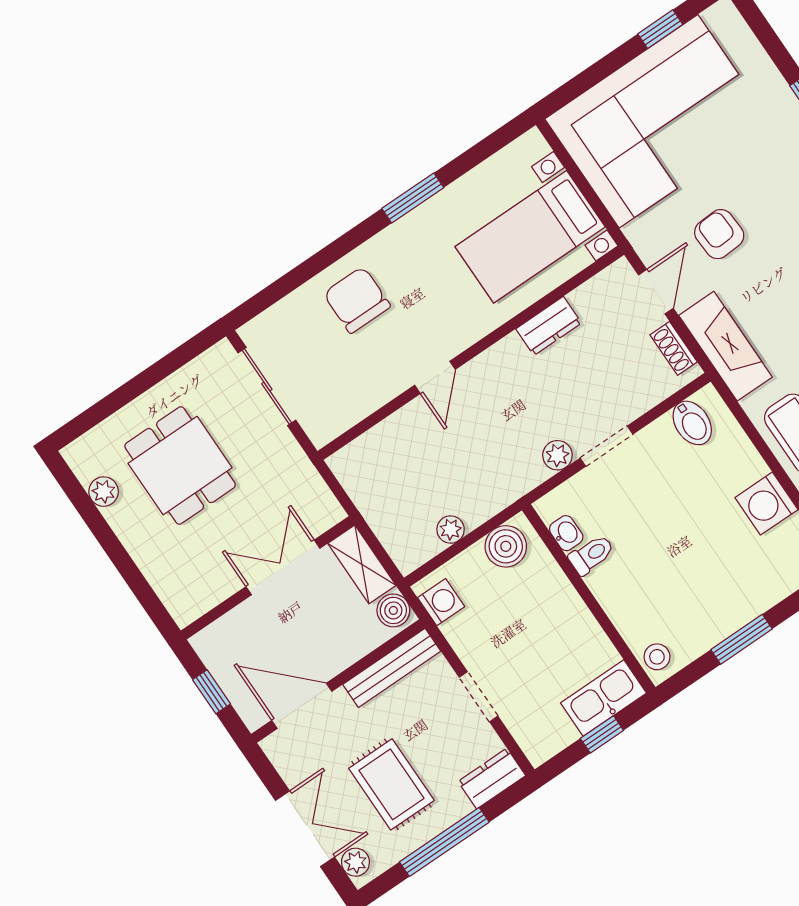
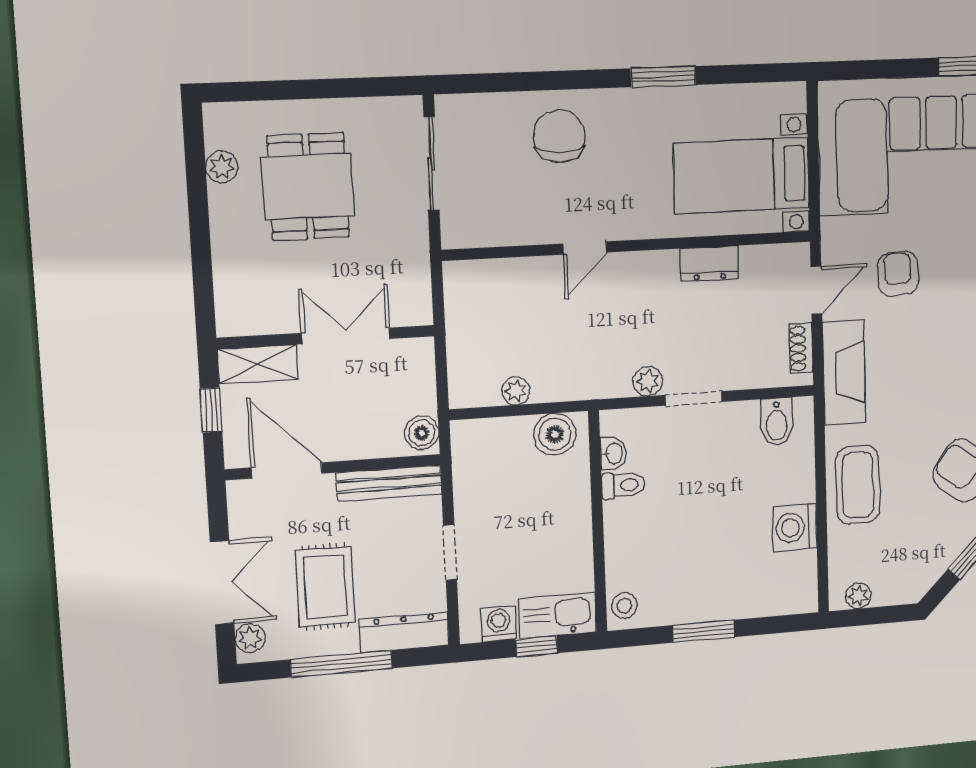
shelving: (362, 564) -> (258, 364), moved, turned 90
washing machine: (441, 602) -> (499, 624), moved, turned -90
dresser: (492, 779) -> (404, 632), width x1.44

